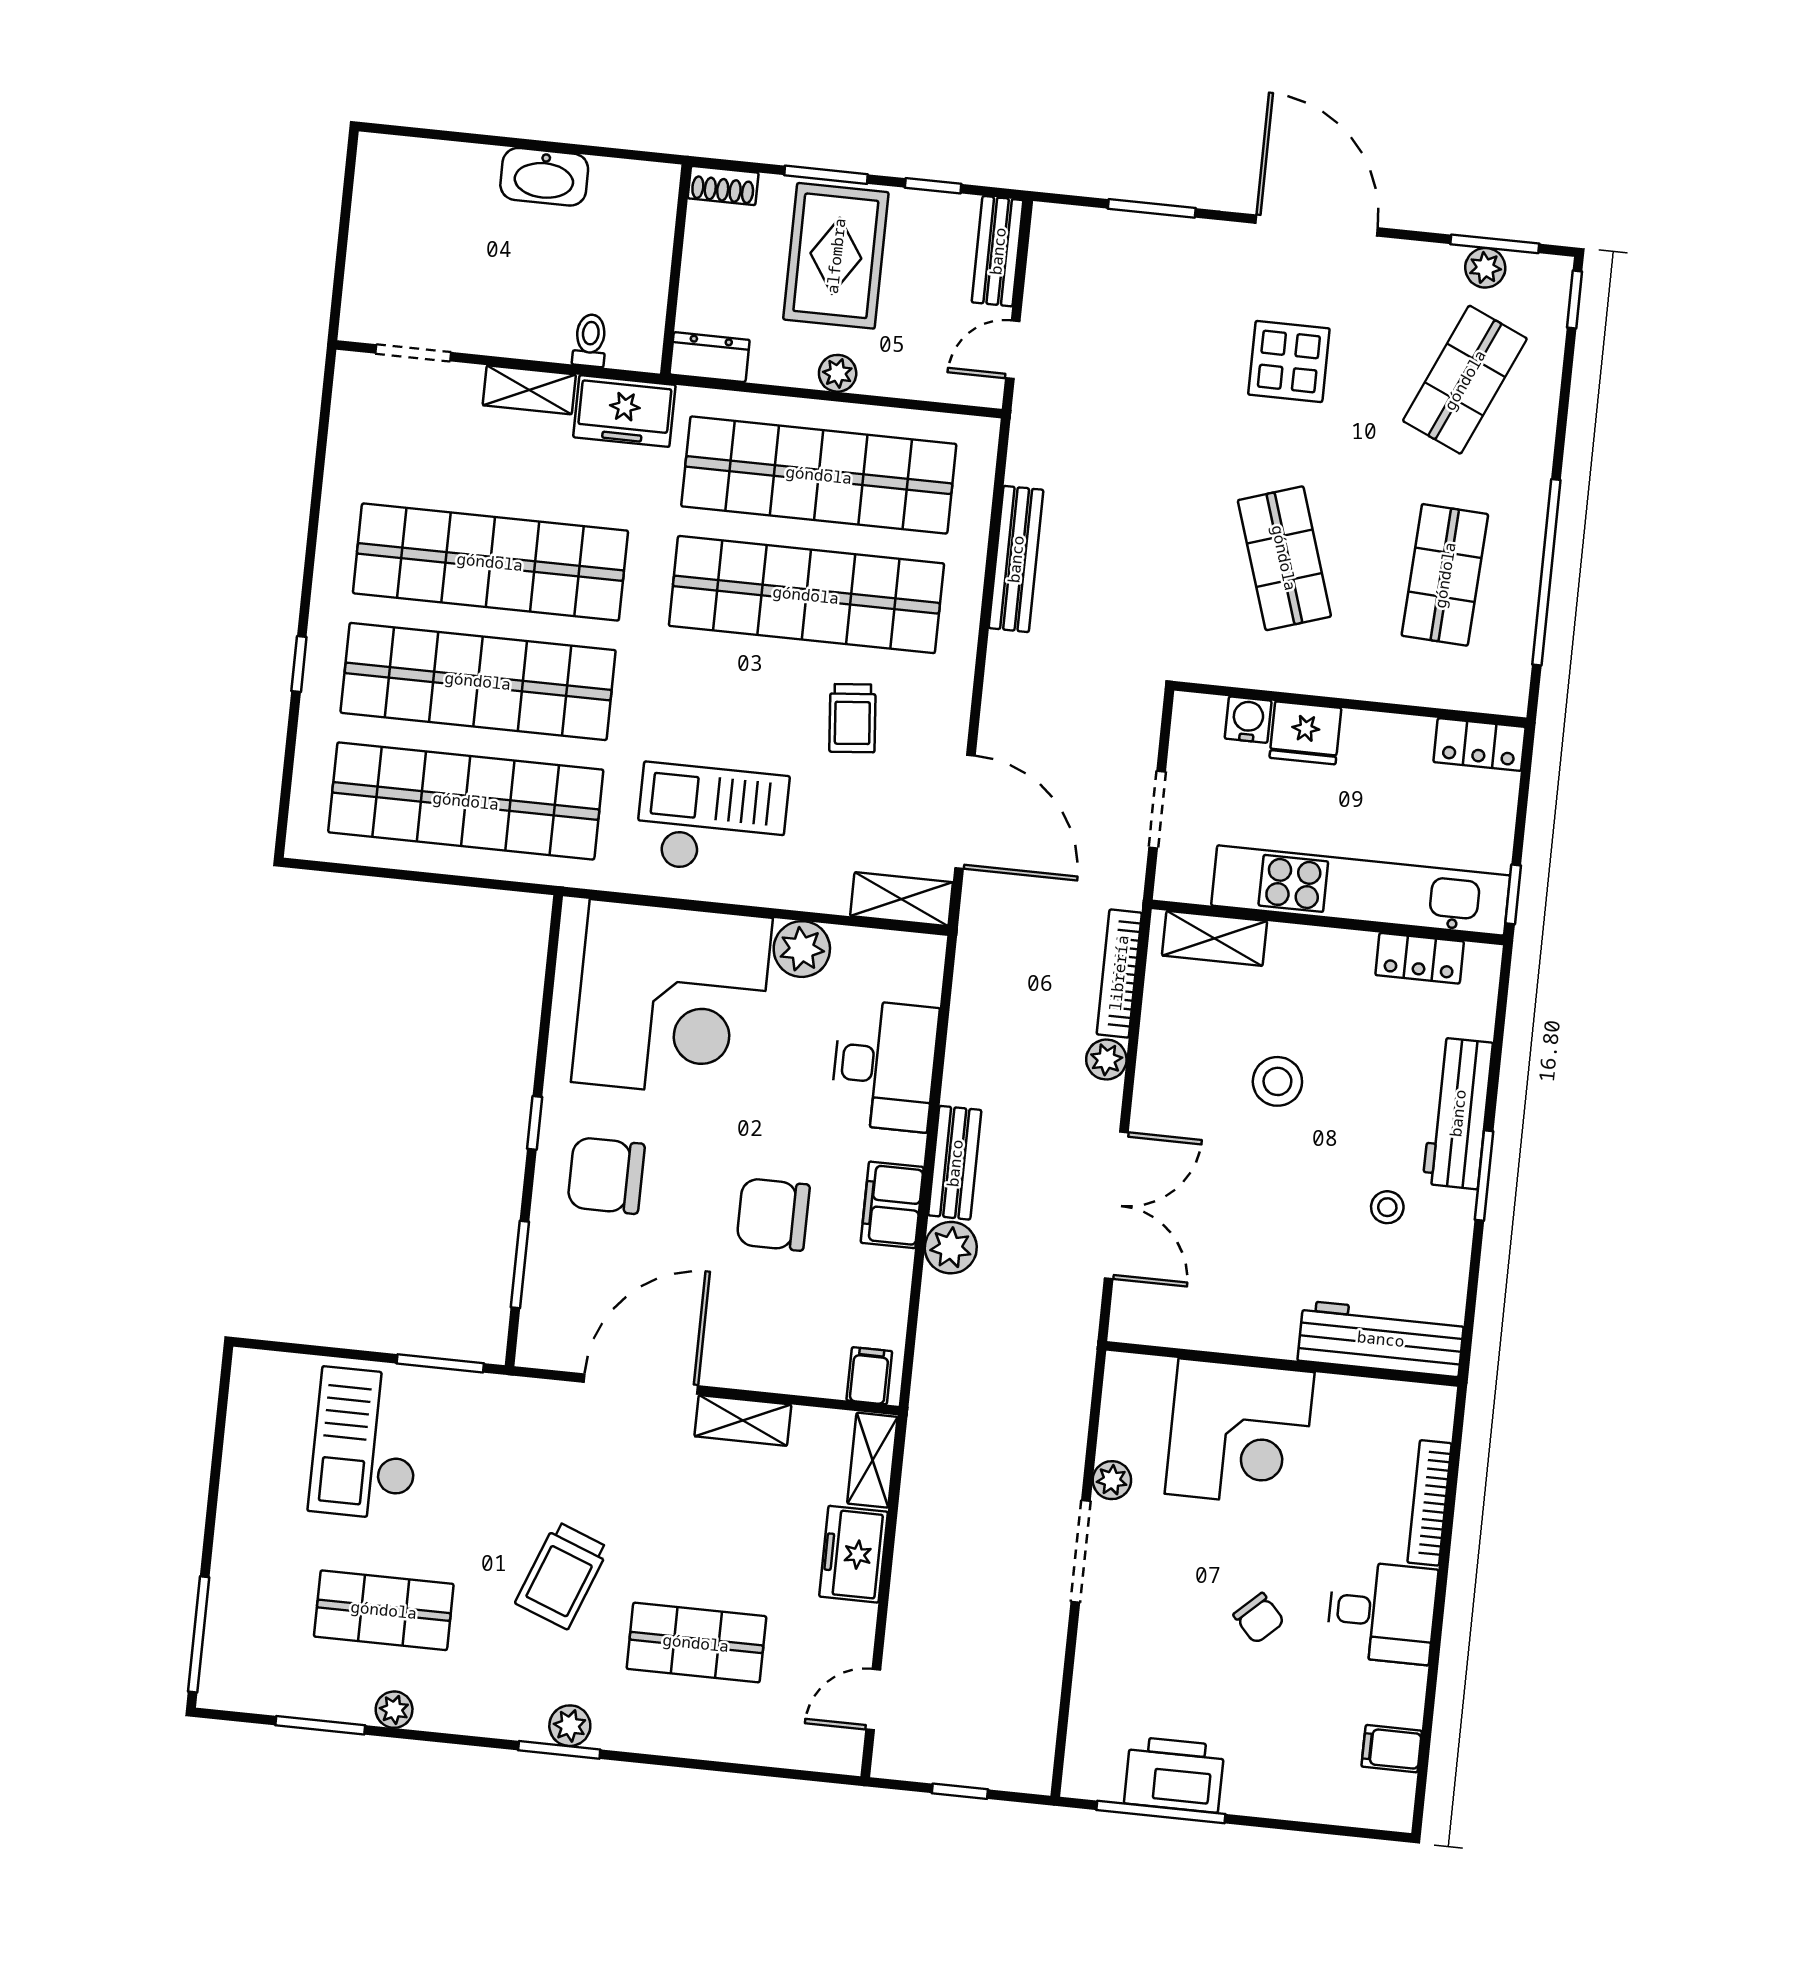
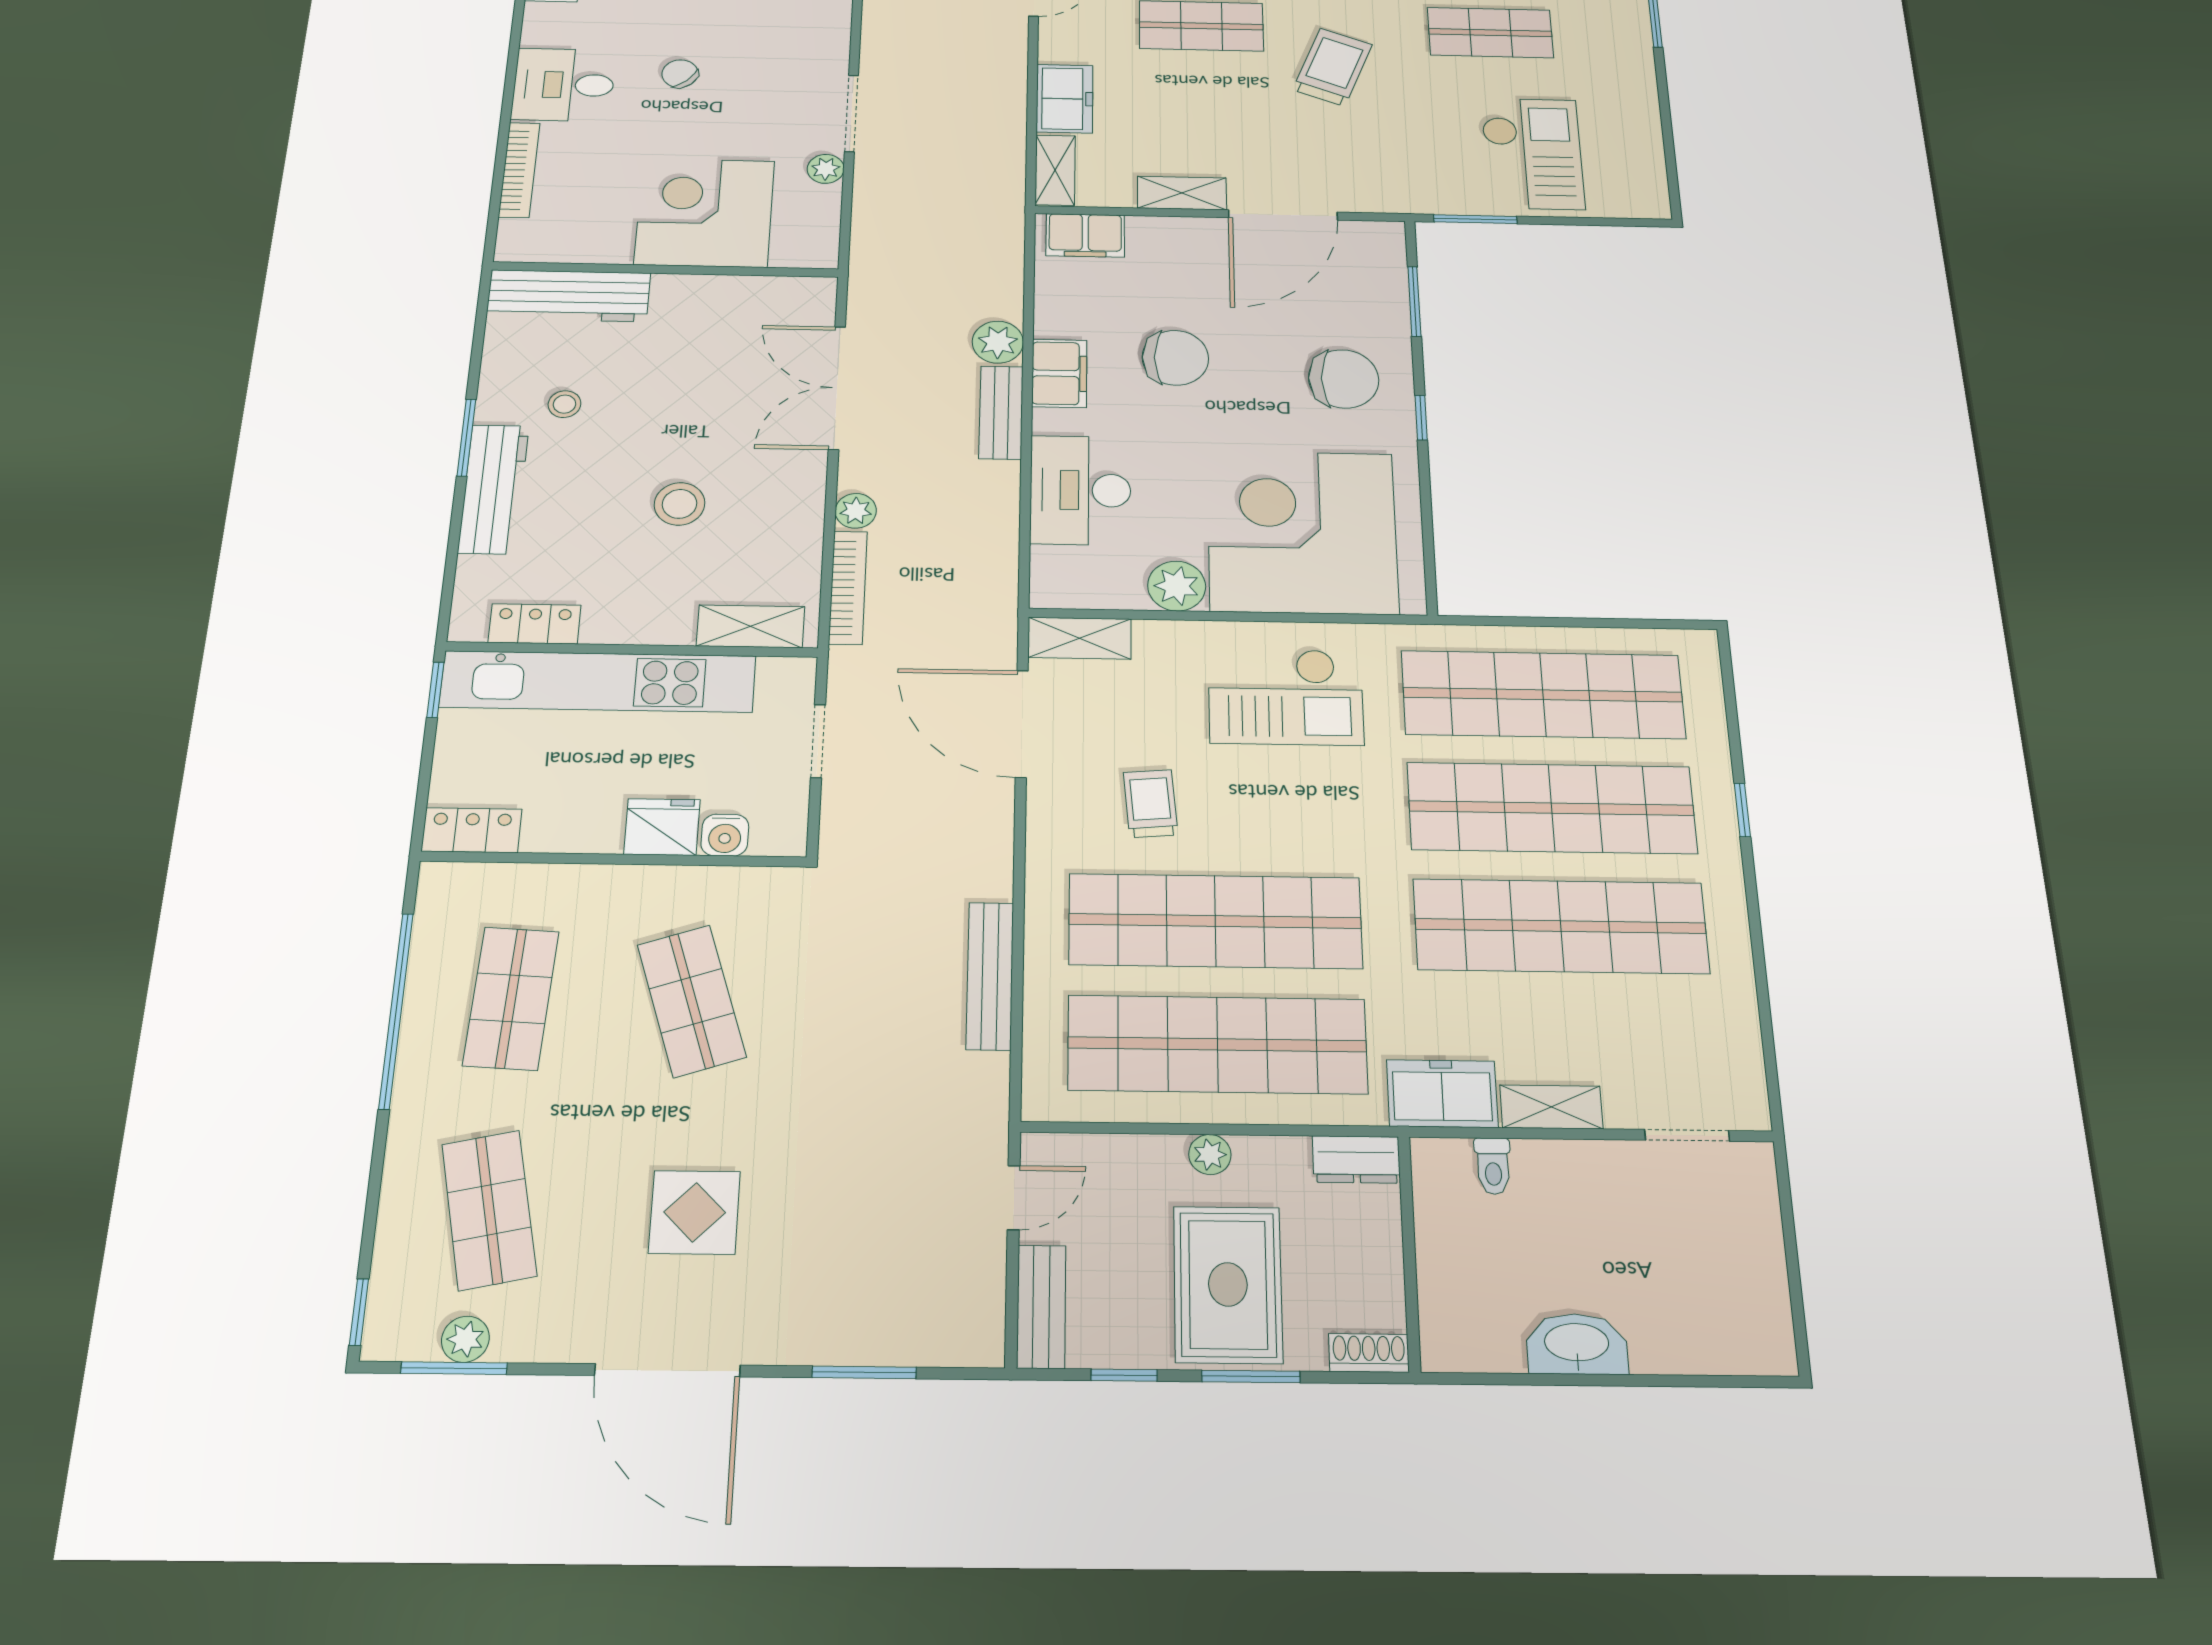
shop shelf: (1465, 380) -> (489, 1210), turned -36
filing cabinet: (869, 1376) -> (1085, 235), width x2.00

